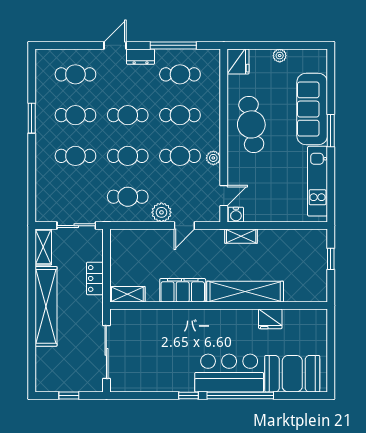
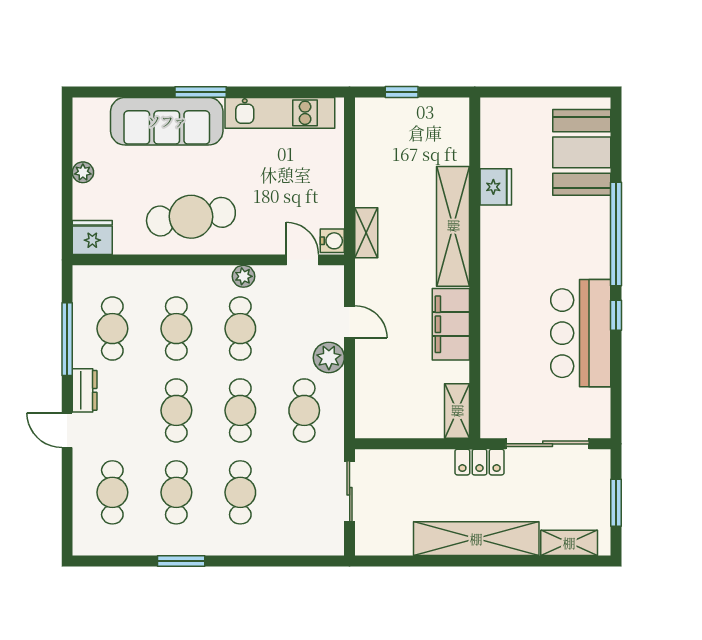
shelving: (43, 247) -> (569, 543), moved
locker: (95, 278) -> (479, 462), moved
bar counter: (229, 373) -> (581, 333), moved
window: (69, 396) -> (616, 503), width x1.50

